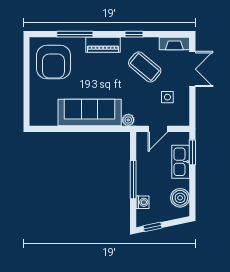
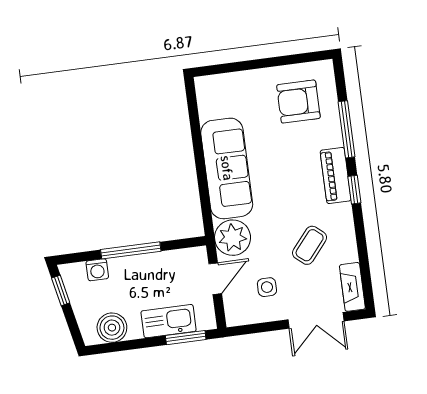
window: (134, 34) -> (354, 190), moved
armchair: (54, 62) -> (298, 102), width x0.73, depth x0.73
coffee table: (145, 67) -> (310, 245), width x0.73, depth x0.77
plant: (128, 120) -> (233, 238), width x1.88, depth x1.88
door: (158, 129) -> (215, 279), swing flipped

